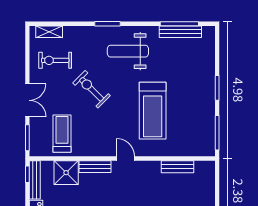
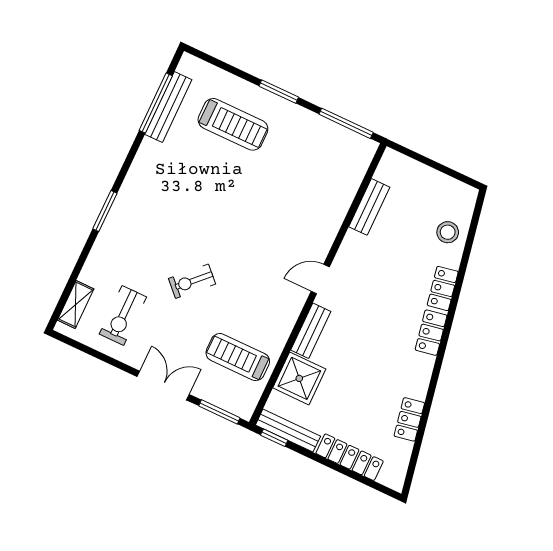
weight bench: (128, 51) -> (160, 200), removed
exercise bike: (92, 89) -> (192, 281), width x0.73, depth x0.72
treadmill: (153, 111) -> (233, 124), moved, width x0.73, depth x0.73

